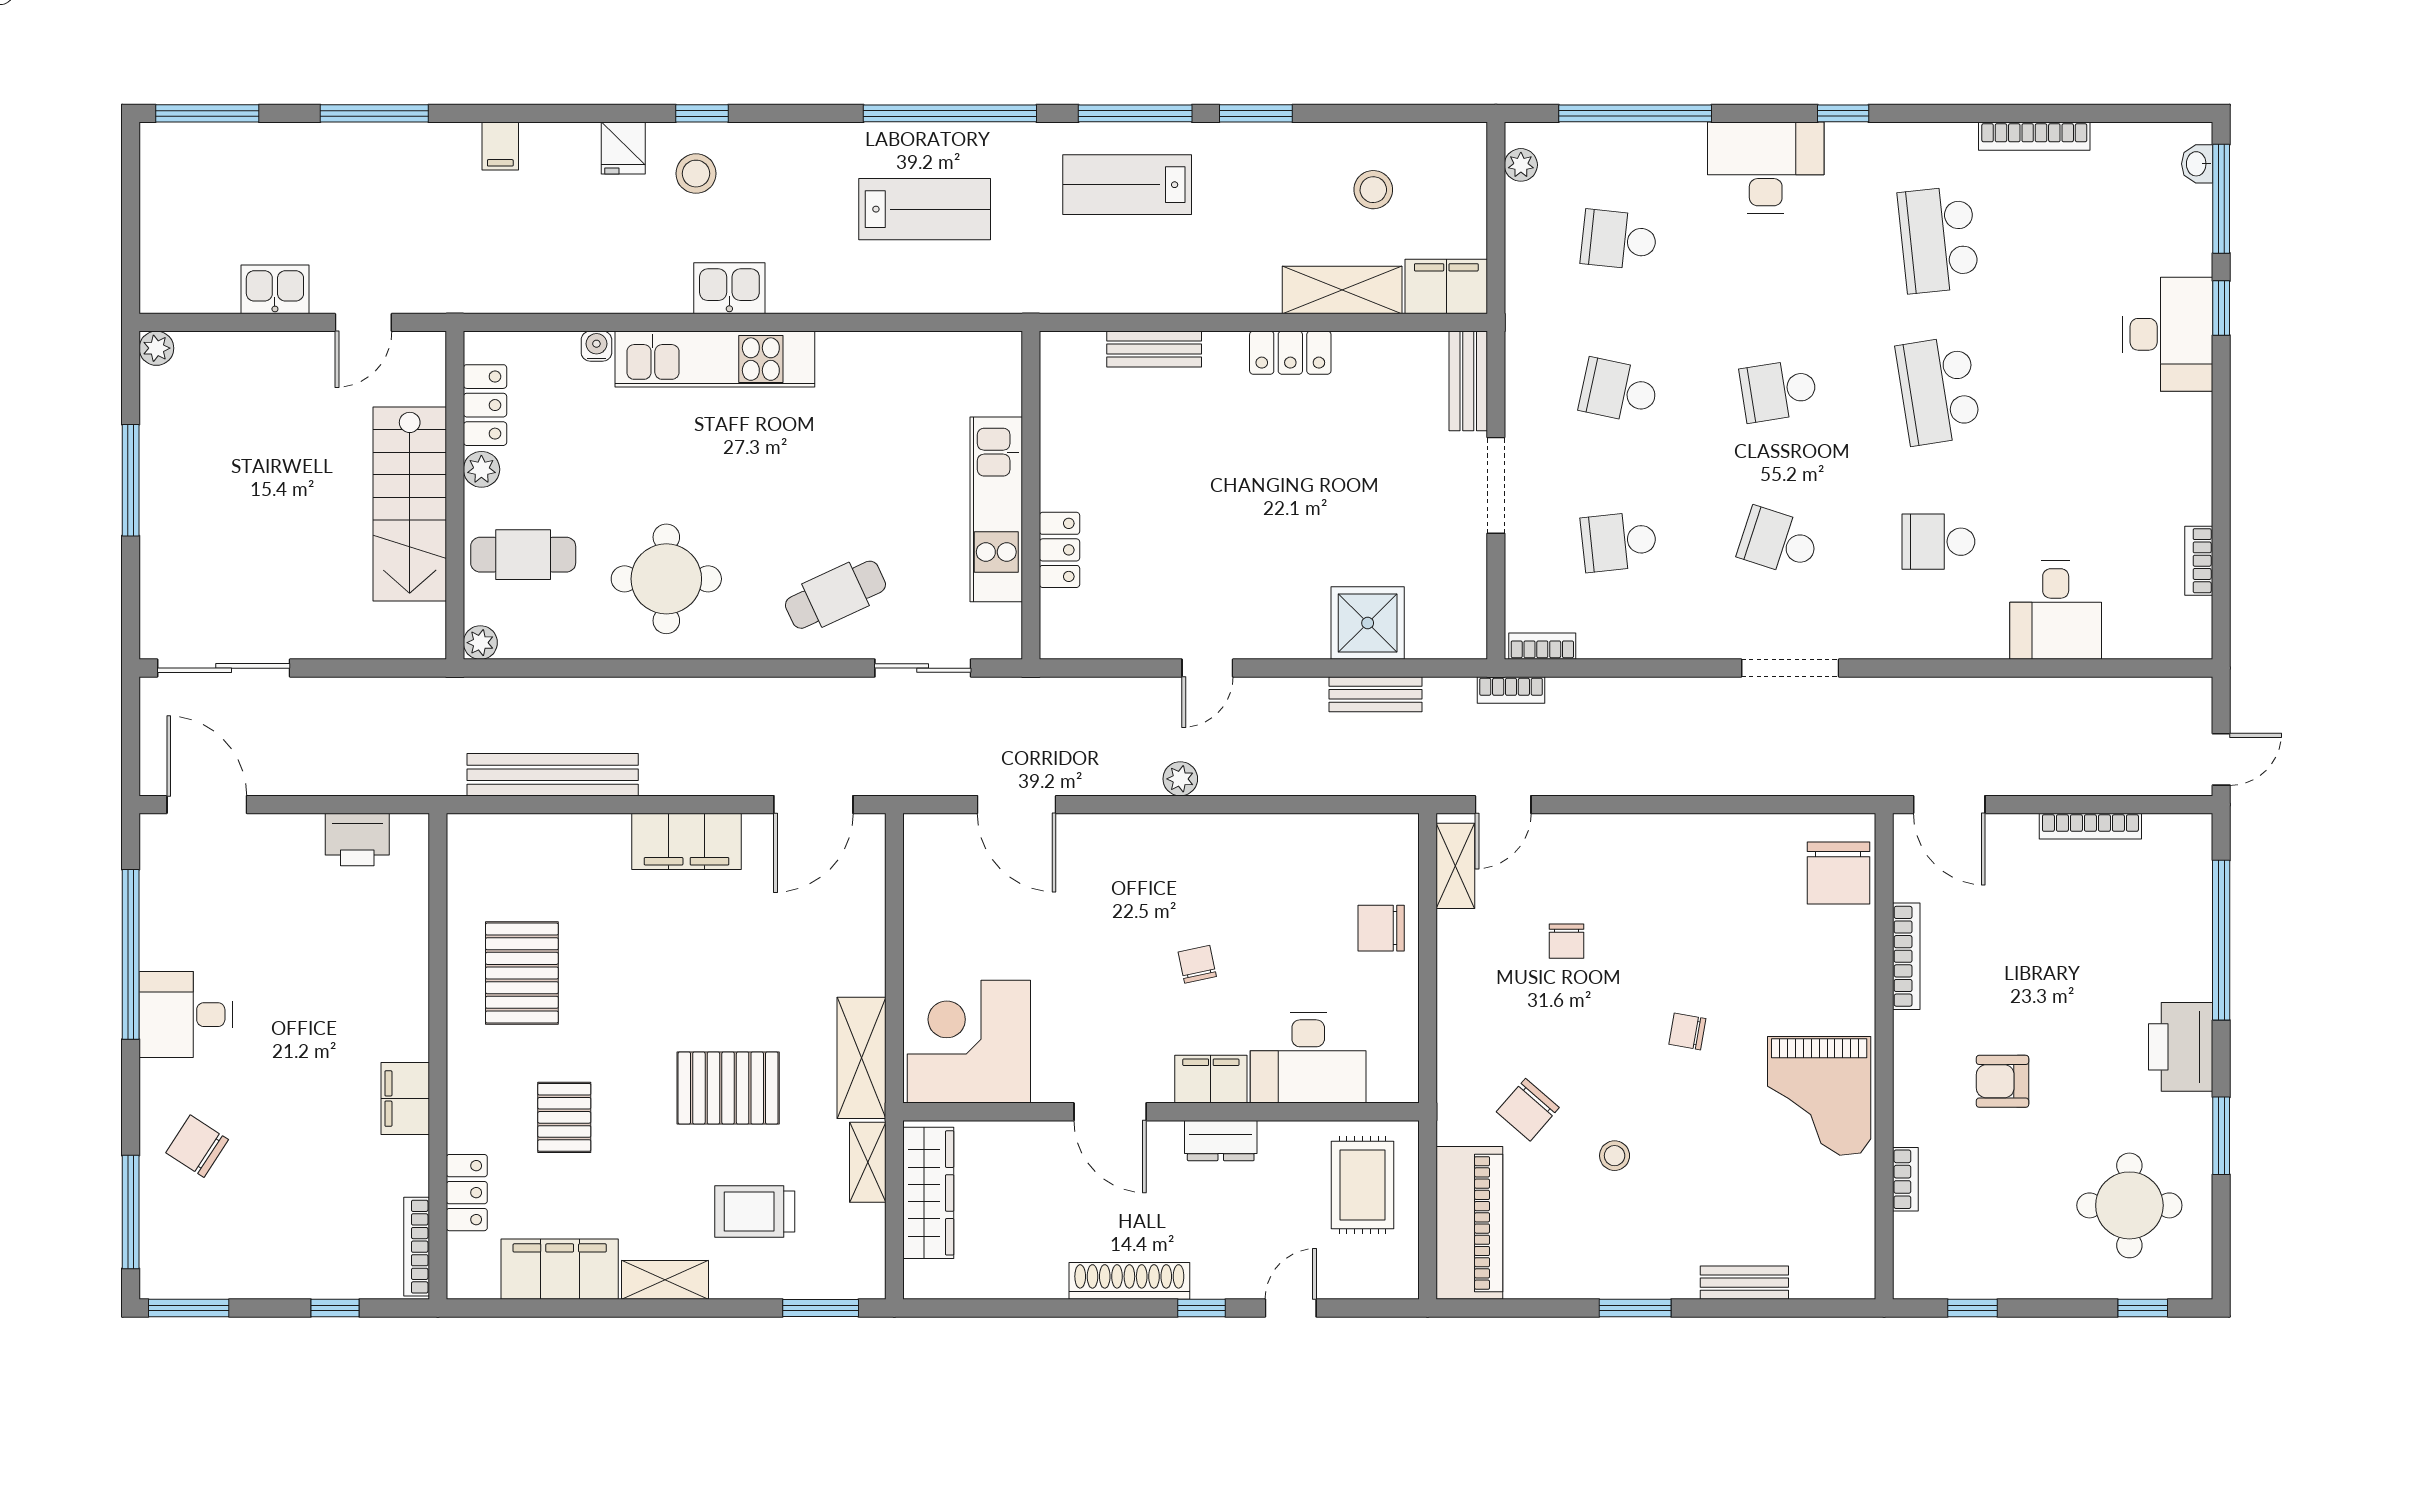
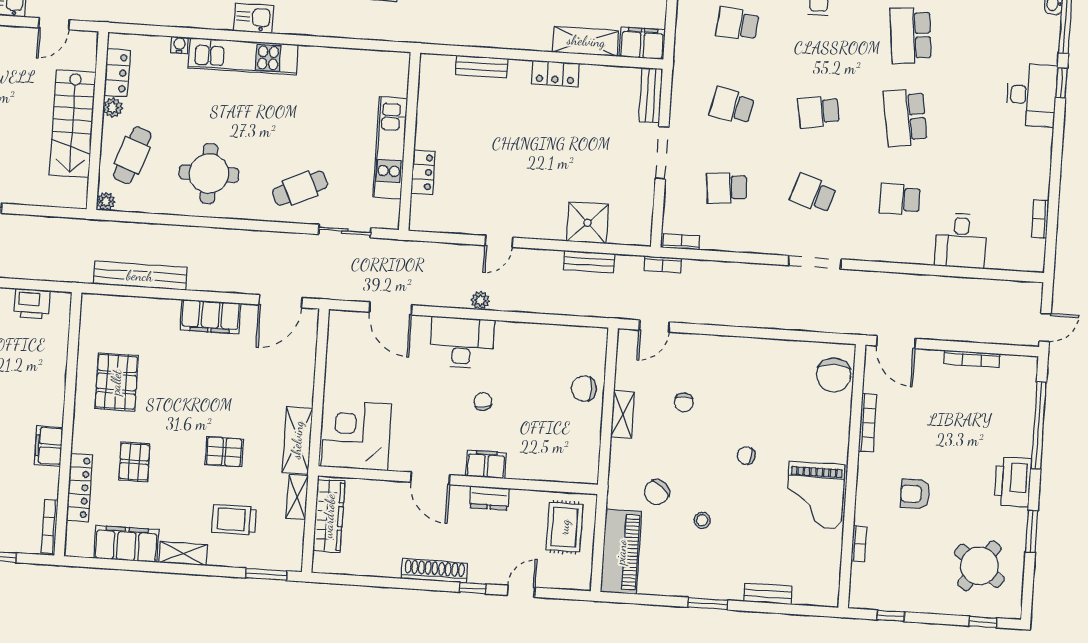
cafe table: (523, 555) -> (132, 155), turned -70
shelving: (1455, 866) -> (623, 414), moved
desk: (1308, 1058) -> (462, 343), moved, turned 180
pallet: (728, 1088) -> (224, 452), width x0.67, depth x0.71
locker: (467, 1193) -> (79, 488), width x1.53
round table: (2129, 1205) -> (979, 566), turned 35

